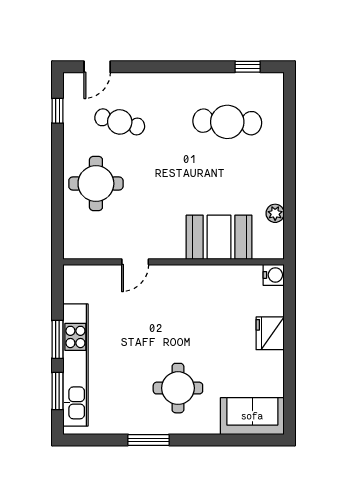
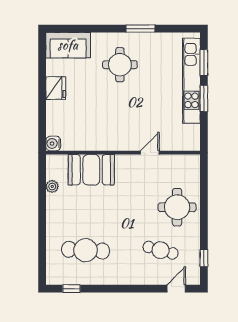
fridge: (270, 333) -> (56, 88), moved

